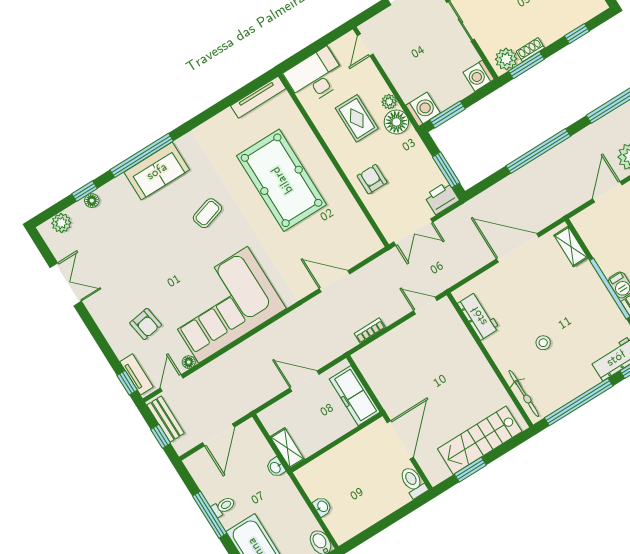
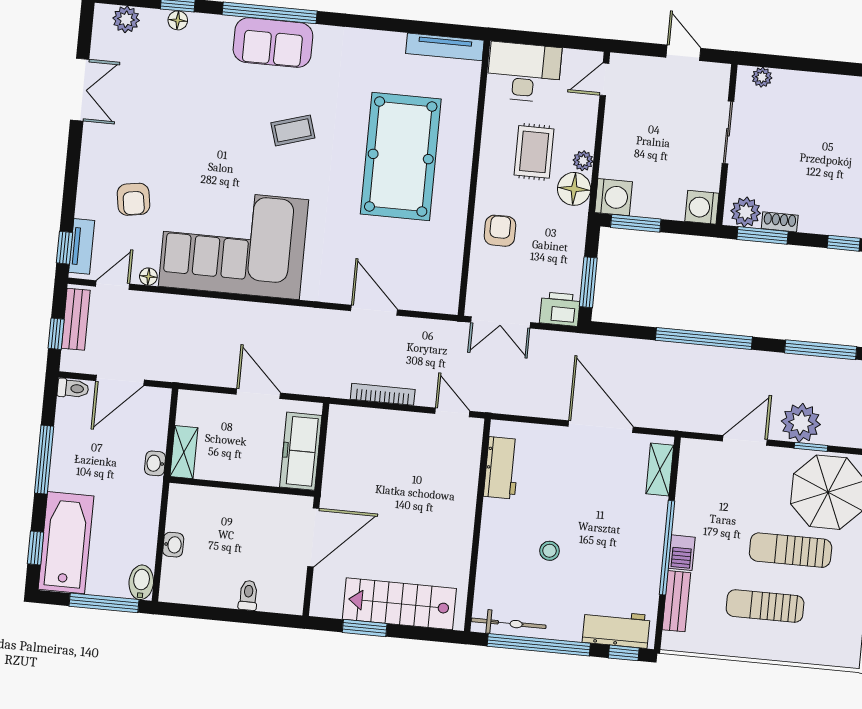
bookcase: (370, 331) -> (383, 394), width x1.56
bicycle: (524, 393) -> (509, 623), moved, turned -90
toilet: (413, 482) -> (248, 595), moved, width x0.73, depth x0.72
toilet: (223, 506) -> (73, 388), moved

